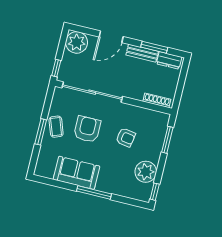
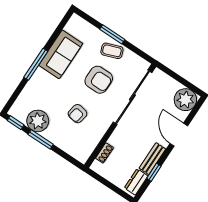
window: (154, 47) -> (154, 172), width x0.67
window: (56, 68) -> (168, 71), removed
shoe rack: (157, 100) -> (104, 153), width x0.70
window: (167, 140) -> (41, 139), moved

